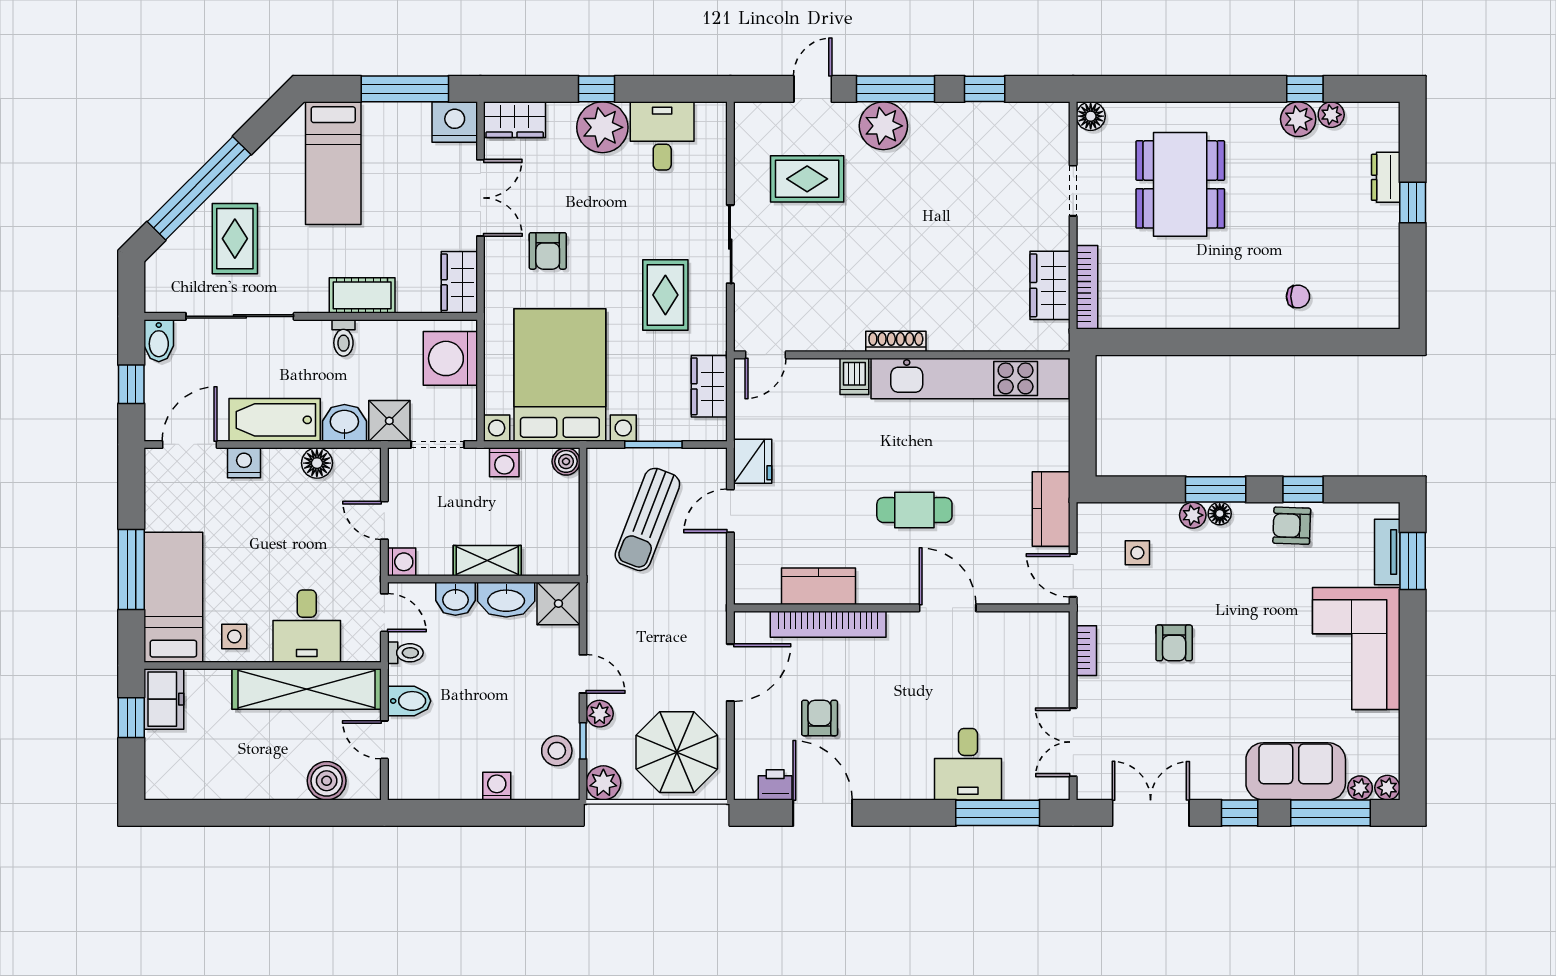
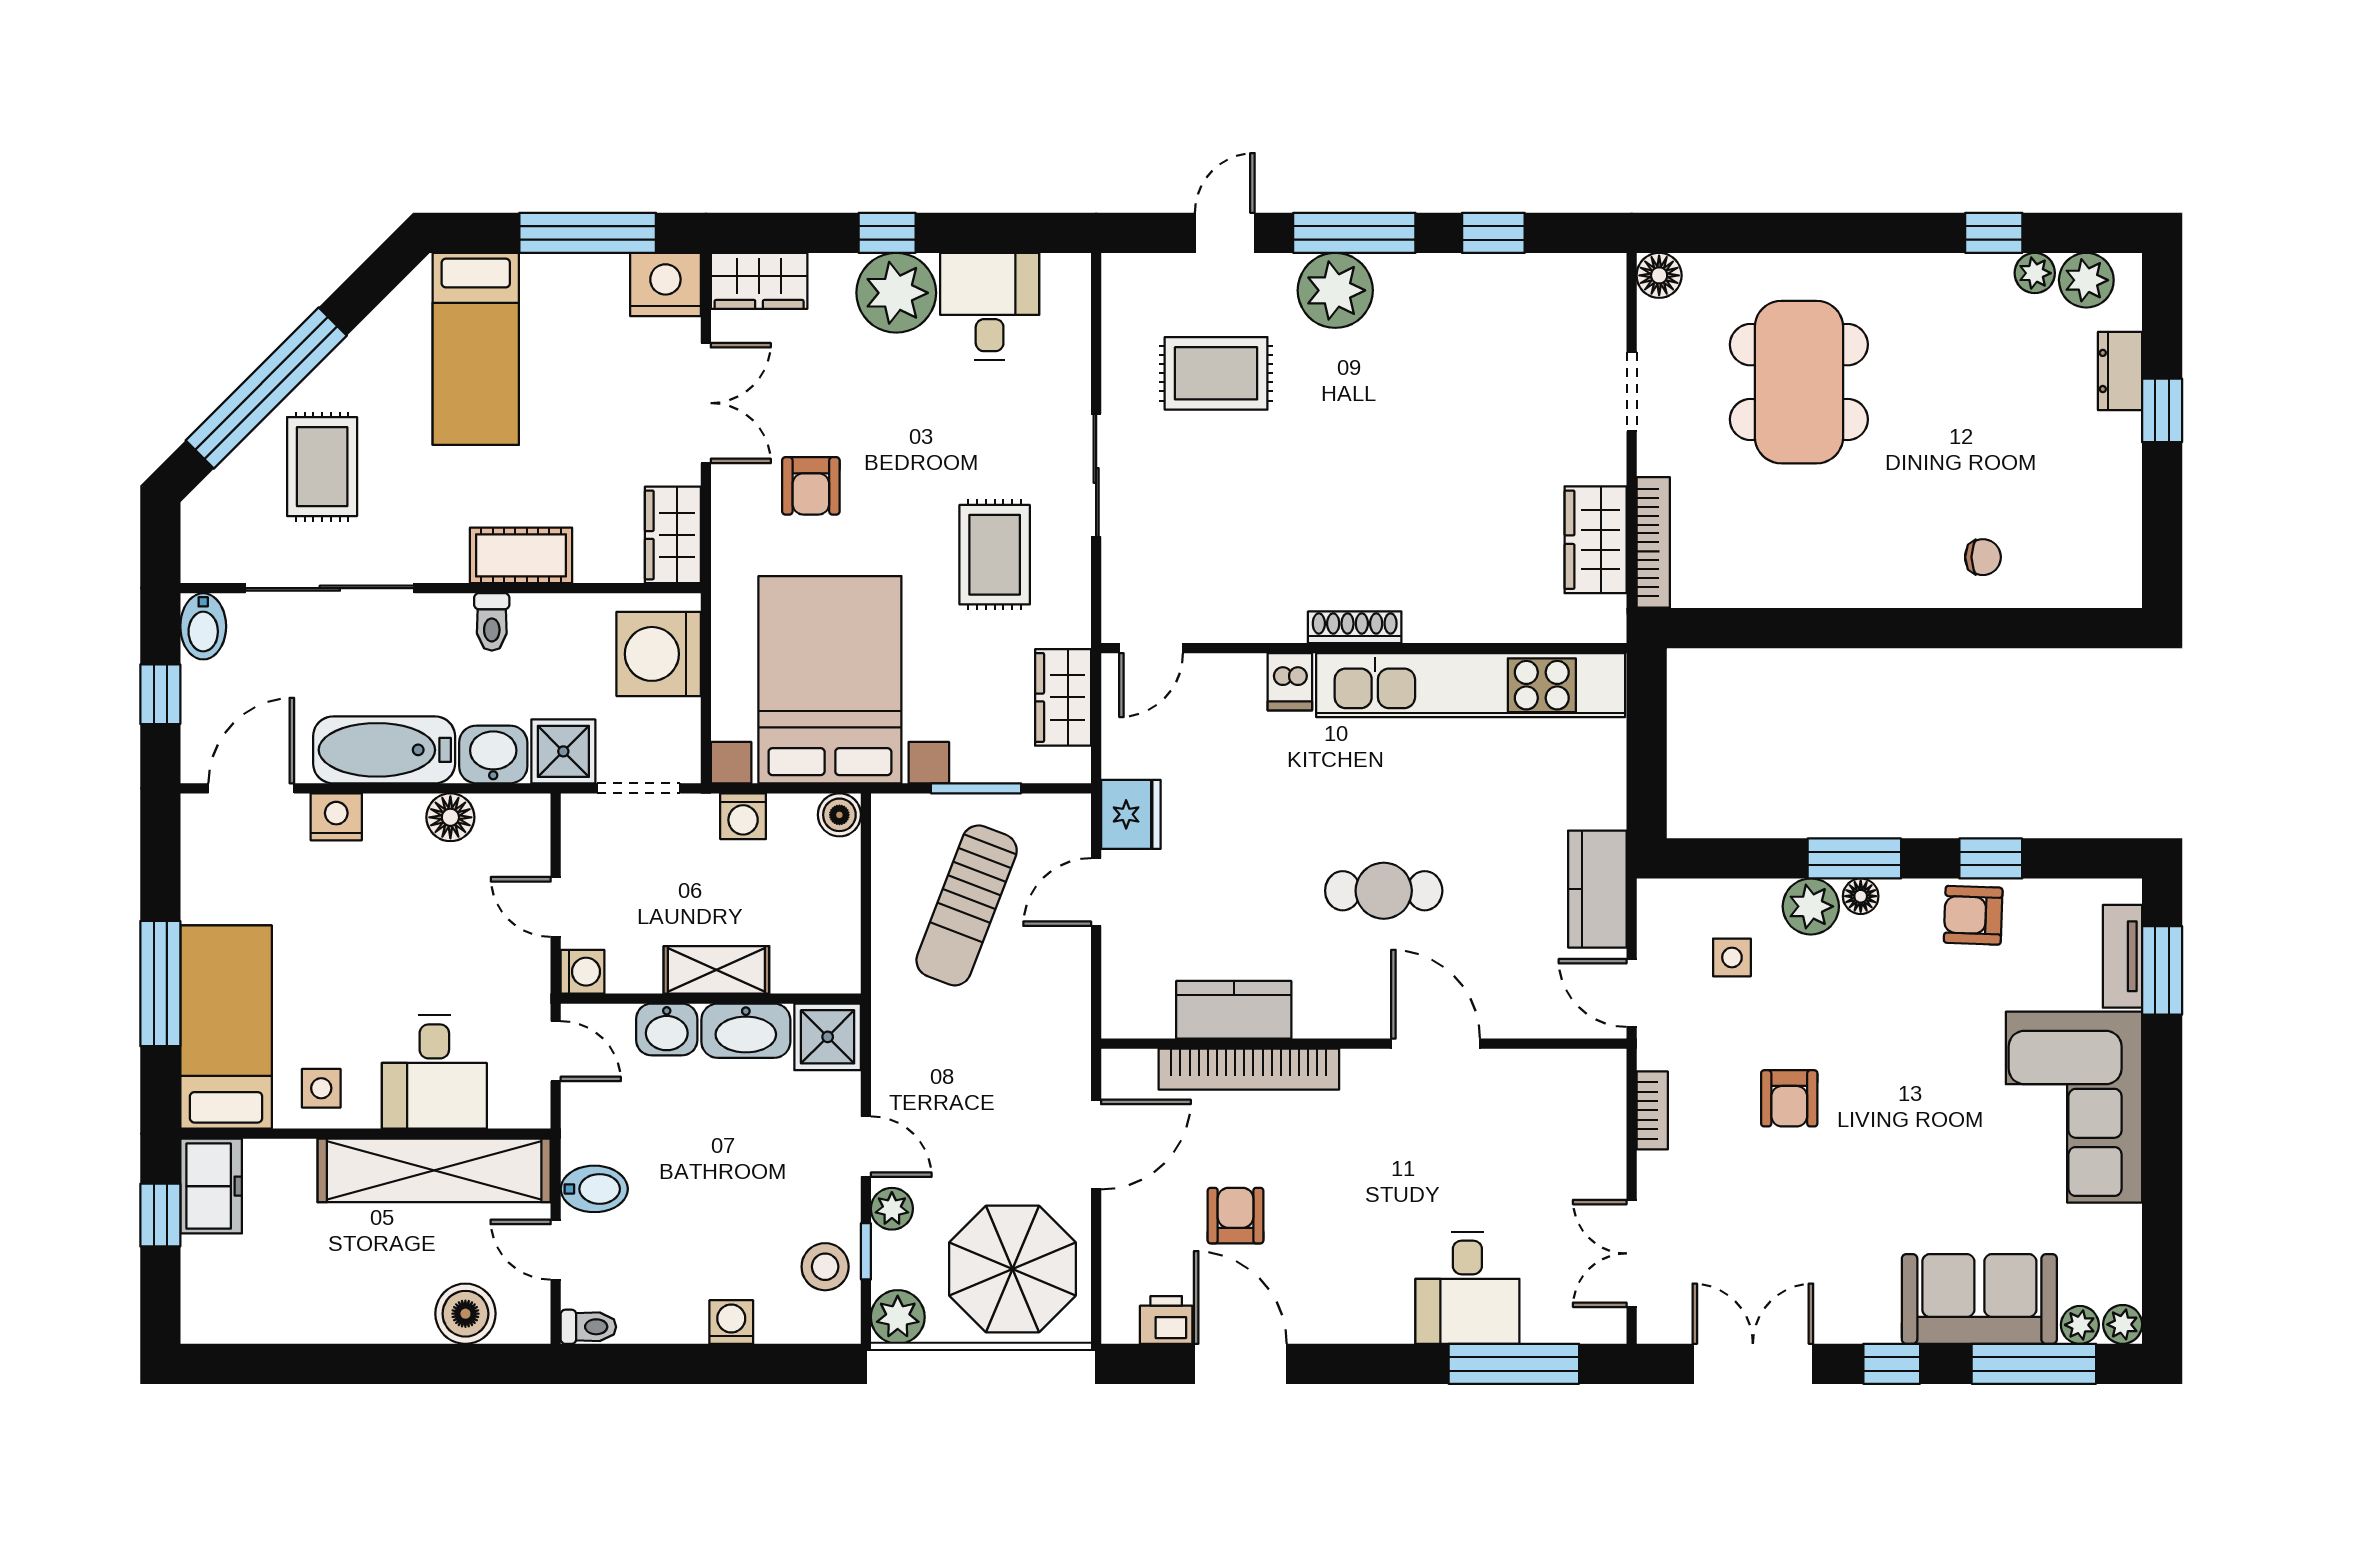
plant: (1298, 119) -> (2086, 280), moved
plant: (1193, 515) -> (1811, 906), width x1.38, depth x1.38
toilet: (405, 653) -> (588, 1327), moved

